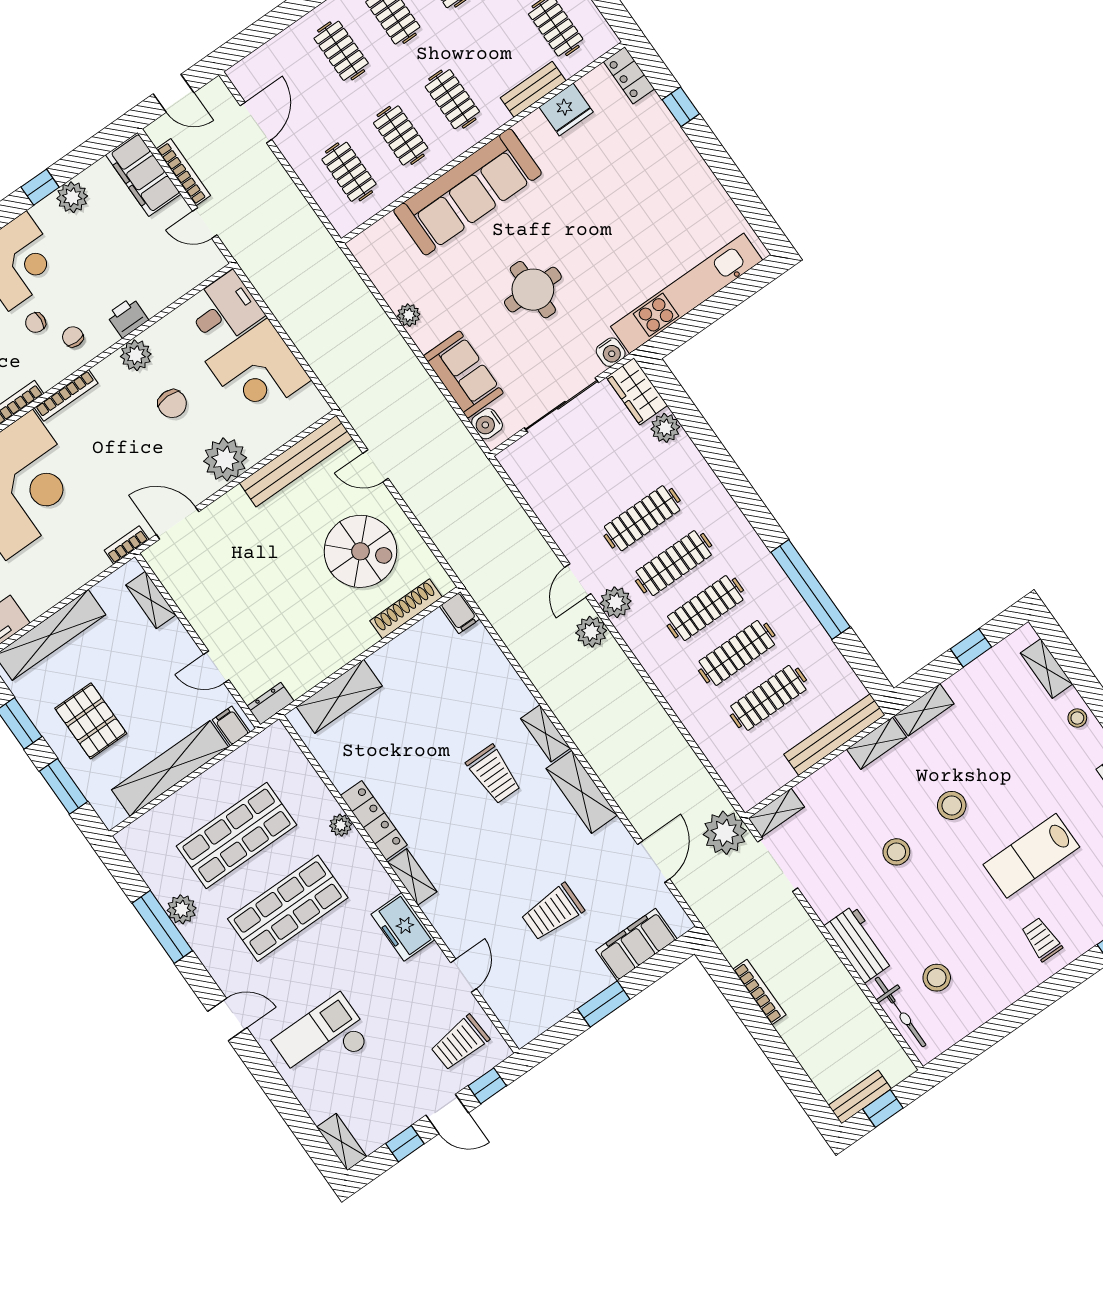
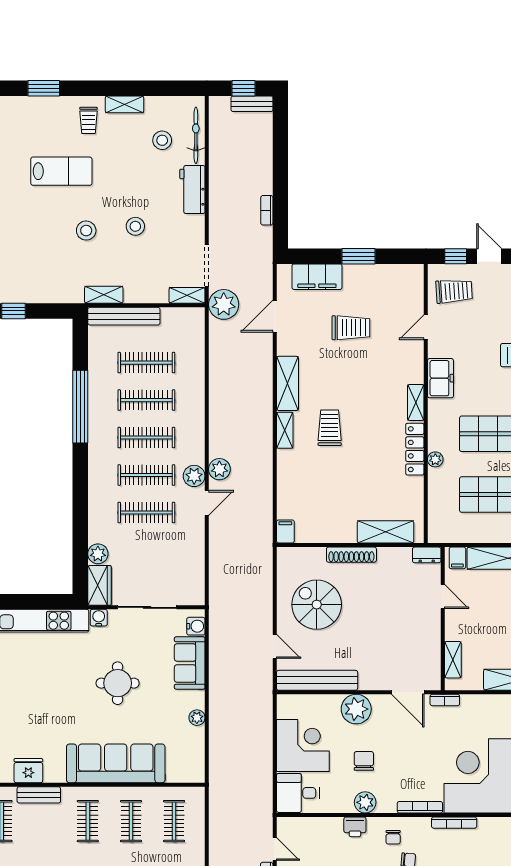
shoe rack: (406, 609) -> (351, 555), moved
shelving: (924, 710) -> (125, 104), moved
bookcase: (759, 992) -> (267, 210), width x0.64

